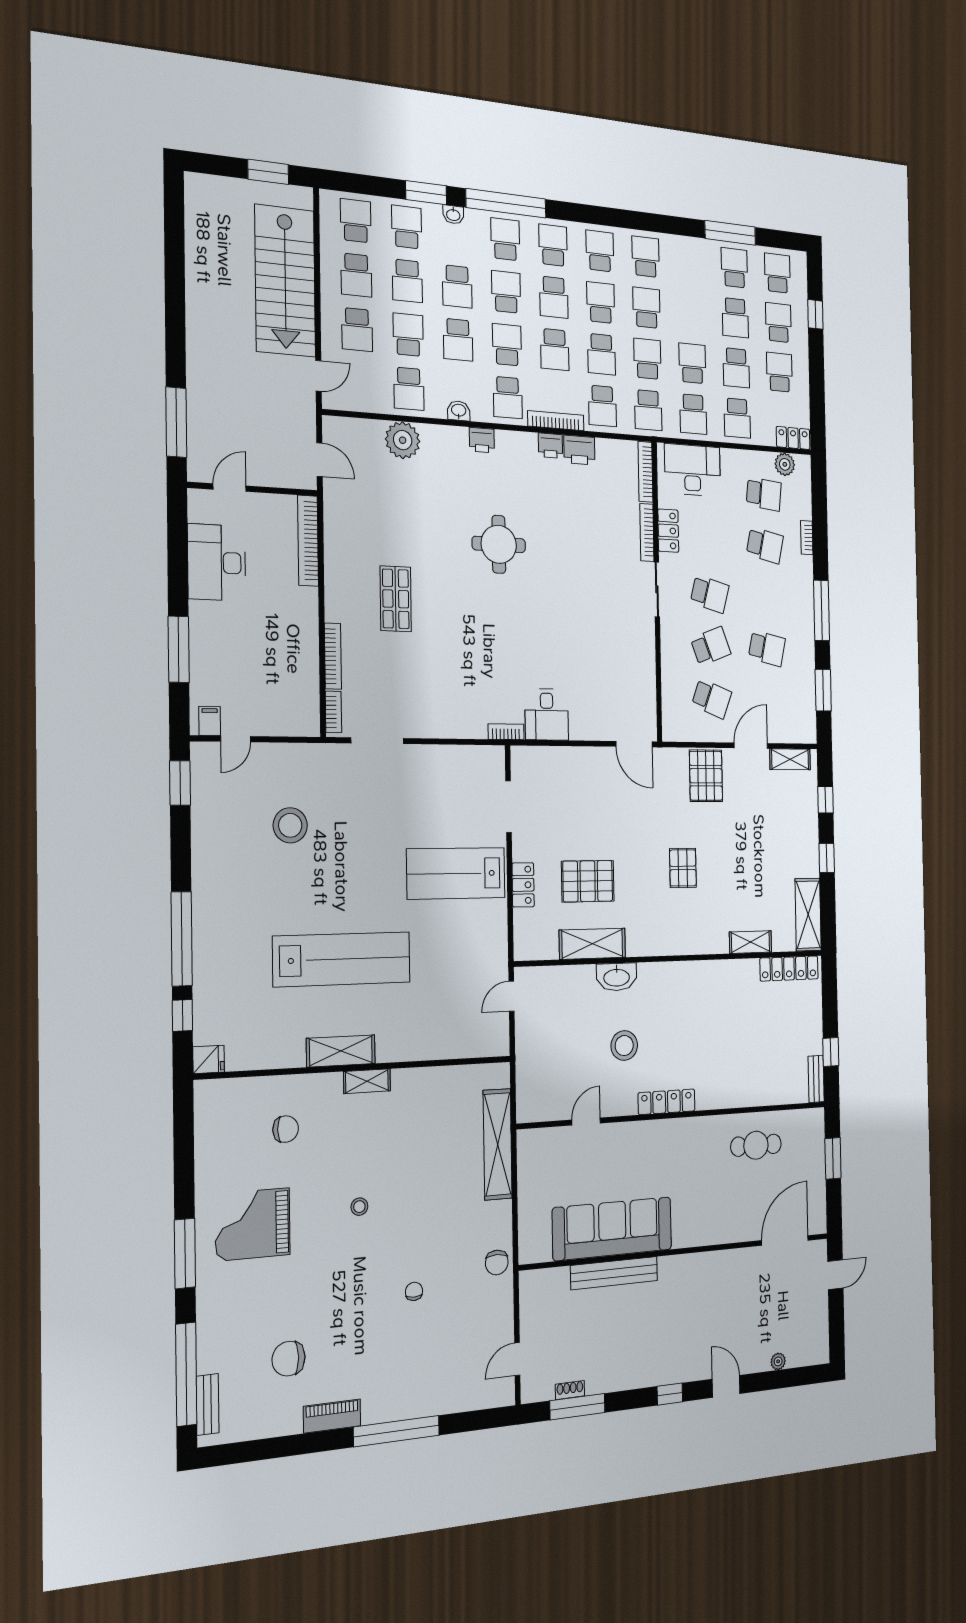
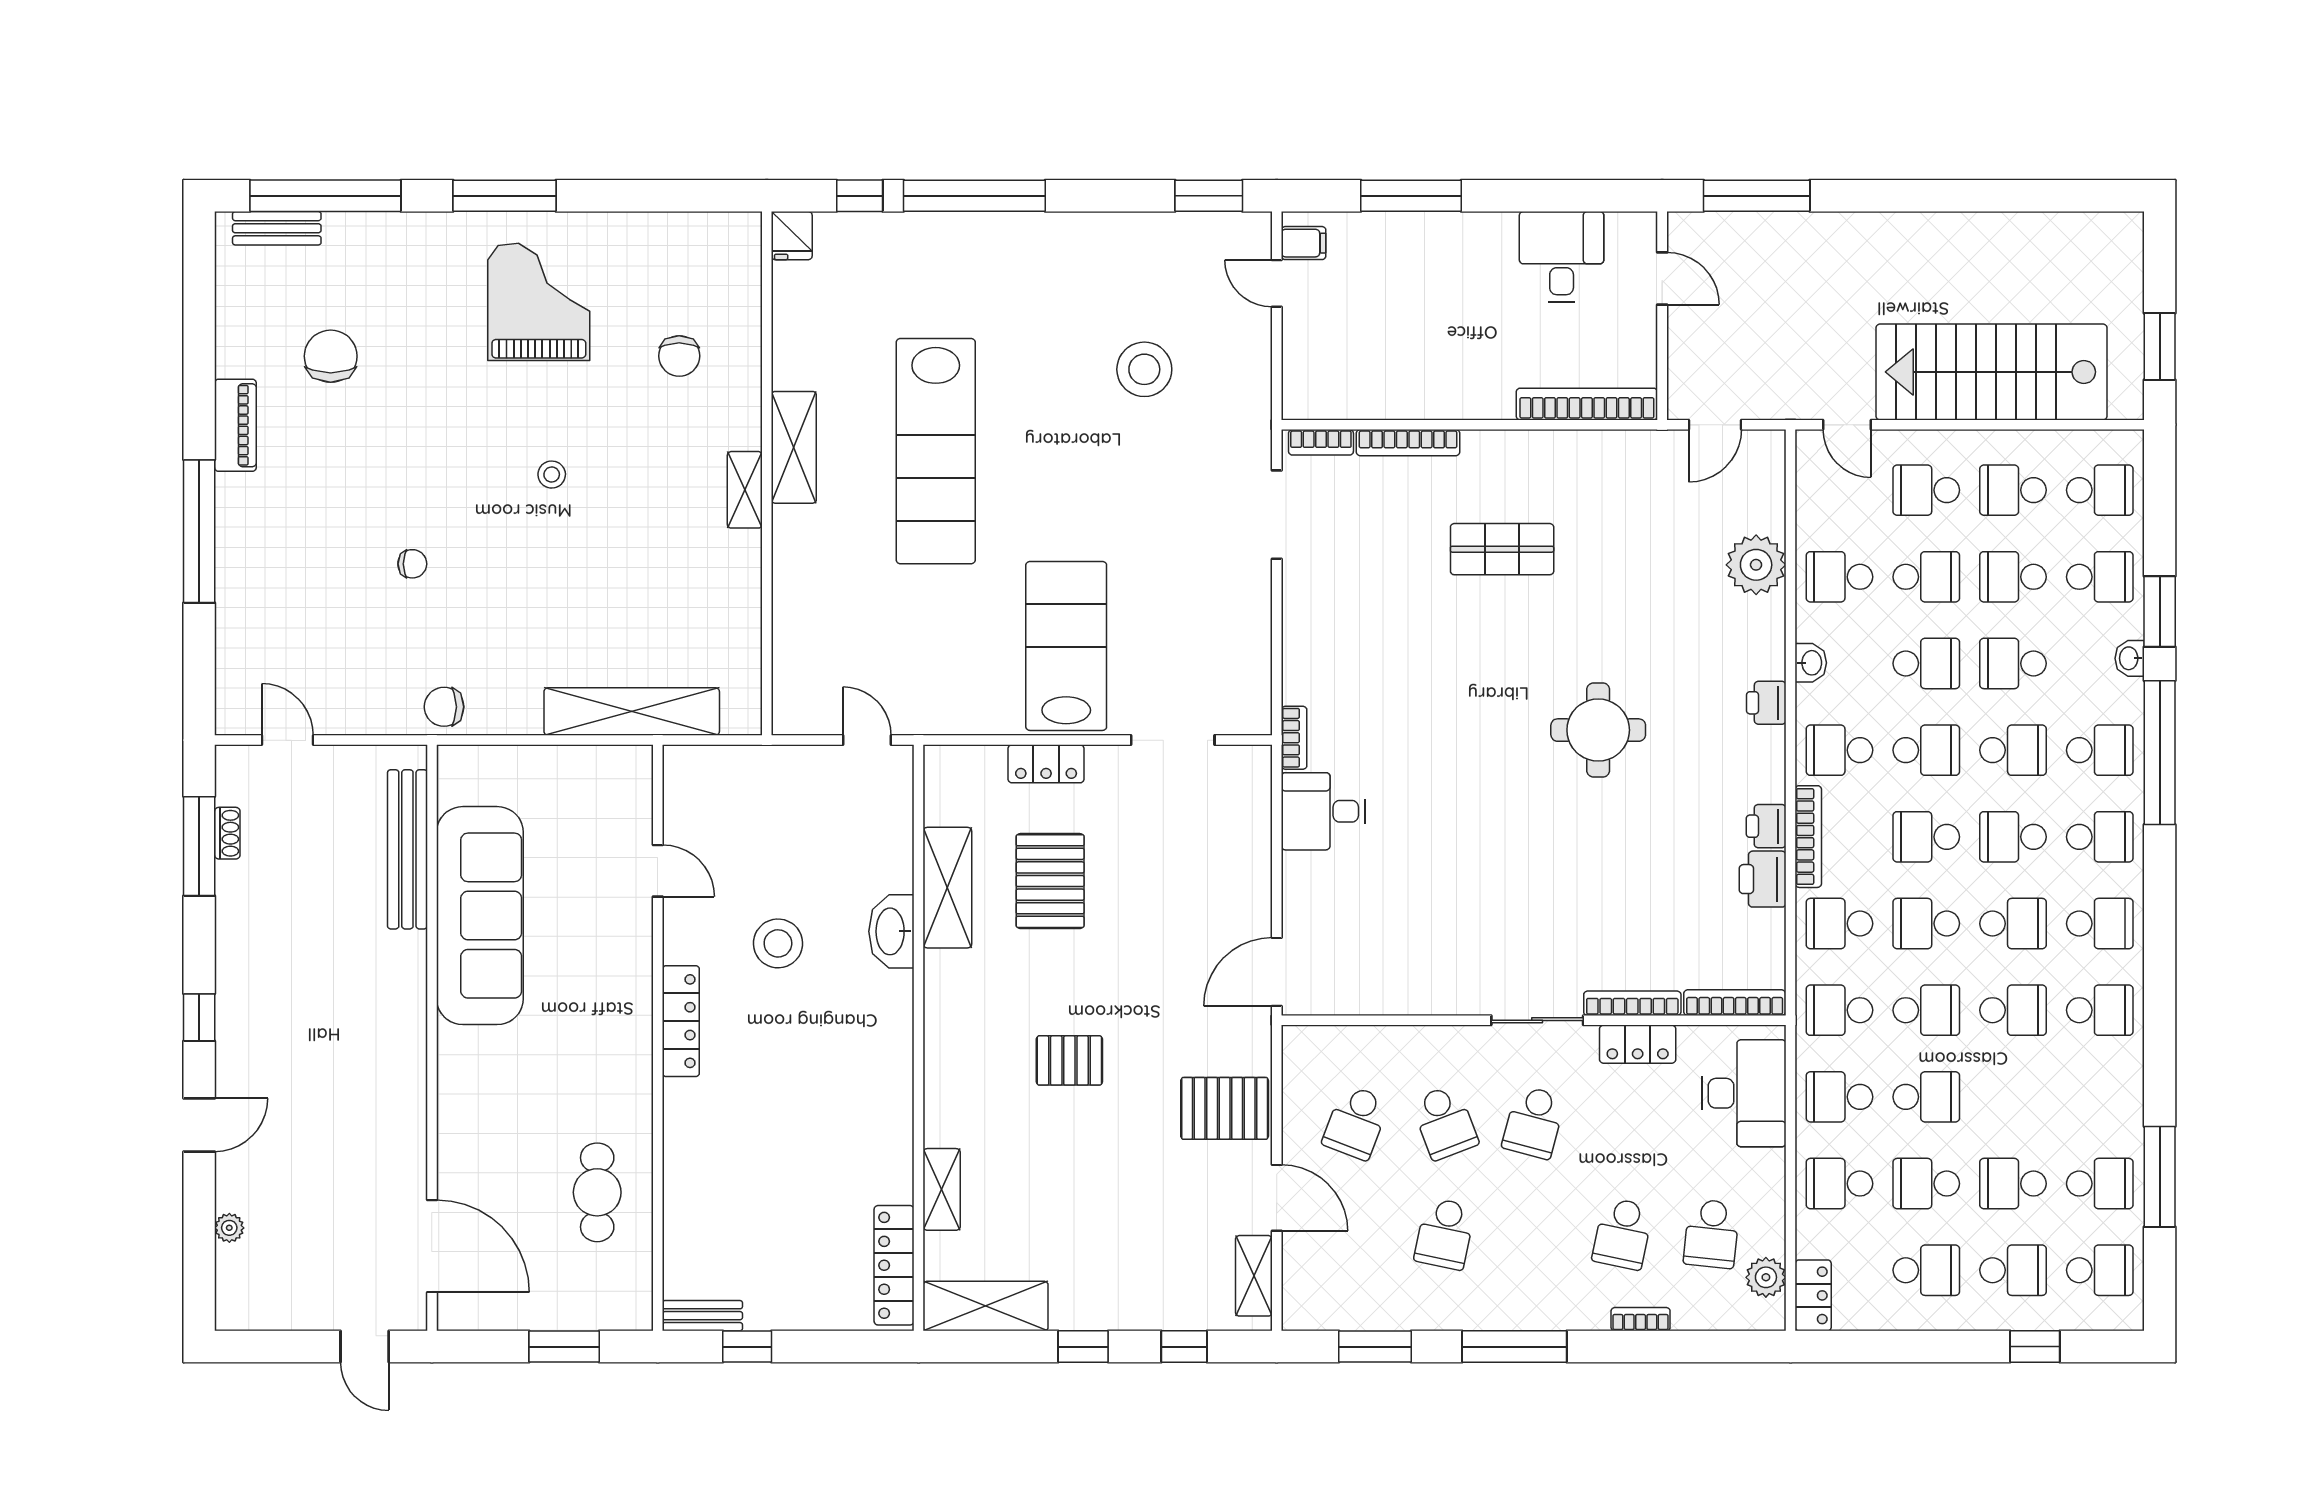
school desk: (458, 340) -> (1926, 663), turned 180
desk: (217, 562) -> (1562, 257), width x0.73
bench: (614, 1273) -> (407, 849), moved

